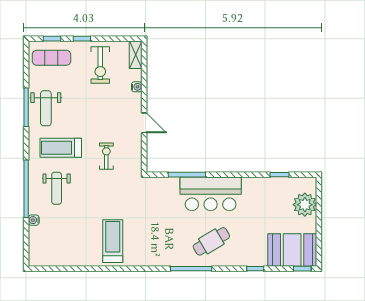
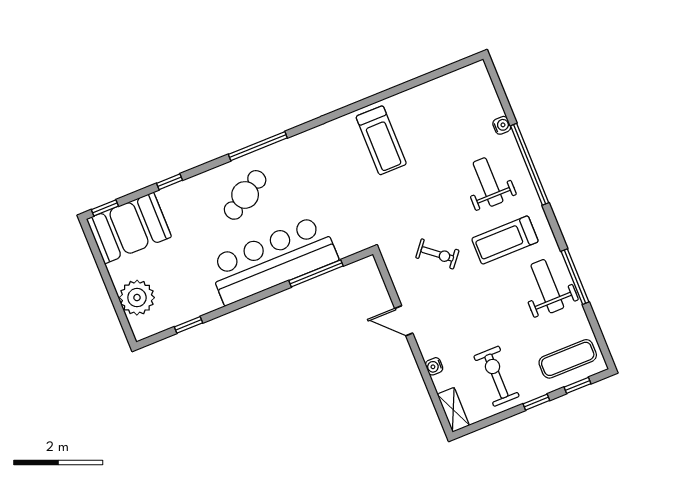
treadmill: (61, 148) -> (505, 240), turned 180
exercise bike: (106, 156) -> (437, 254), turned -51
bar counter: (211, 194) -> (273, 260), width x1.36

